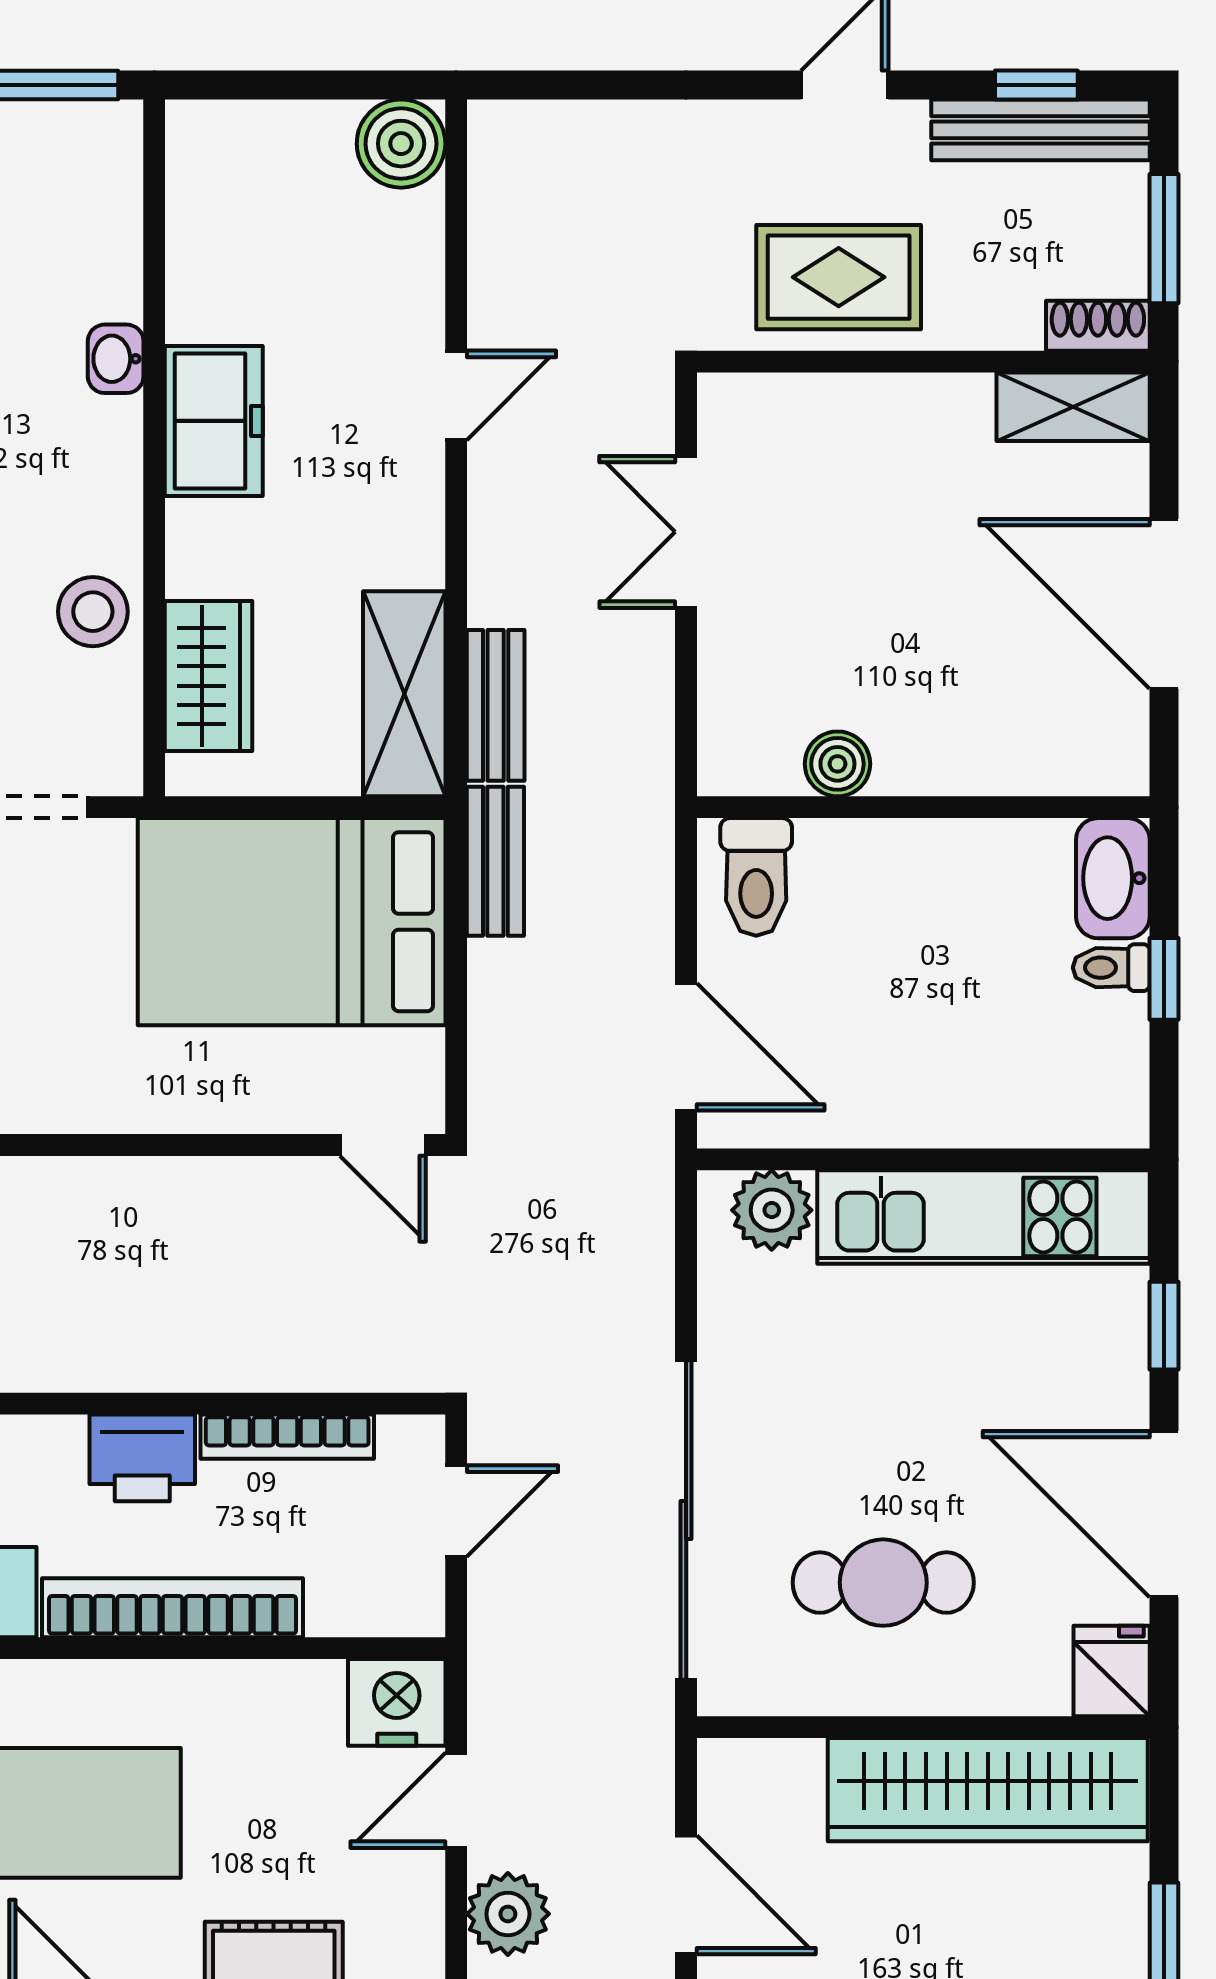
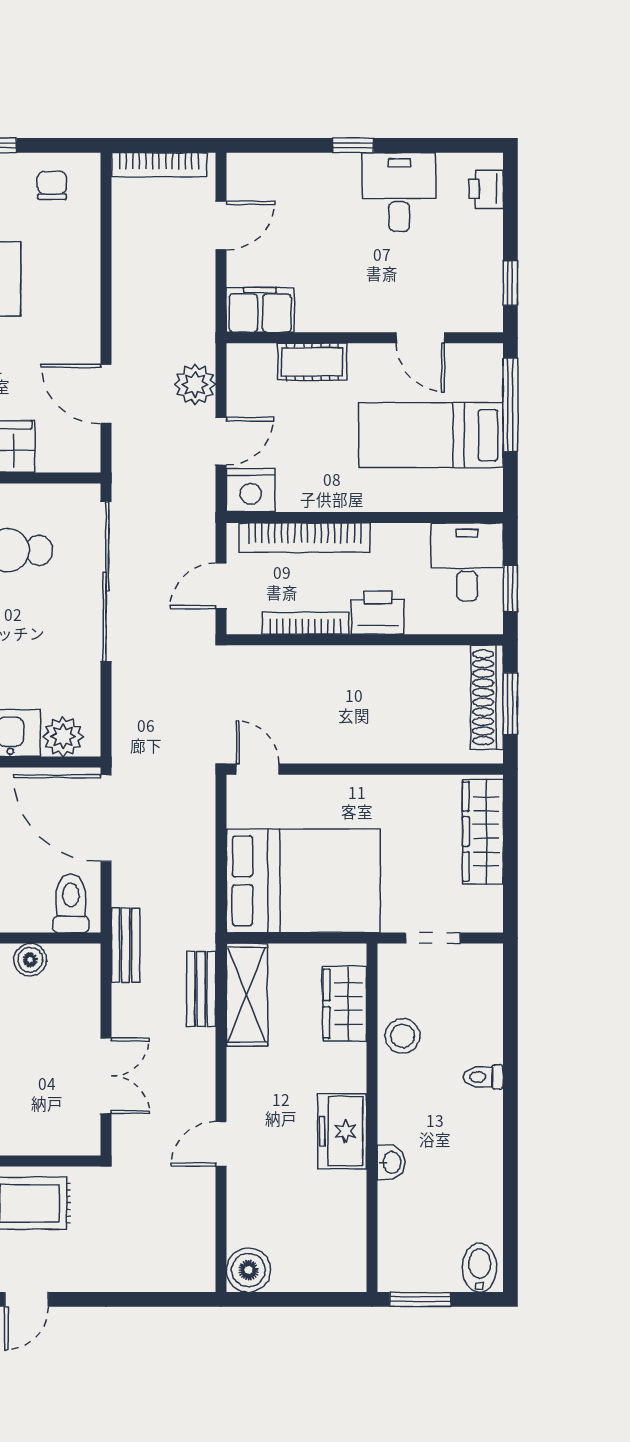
bench: (495, 861) -> (126, 945), moved
door: (686, 1047) -> (106, 818), width x1.36
bookcase: (173, 1608) -> (305, 538), moved

